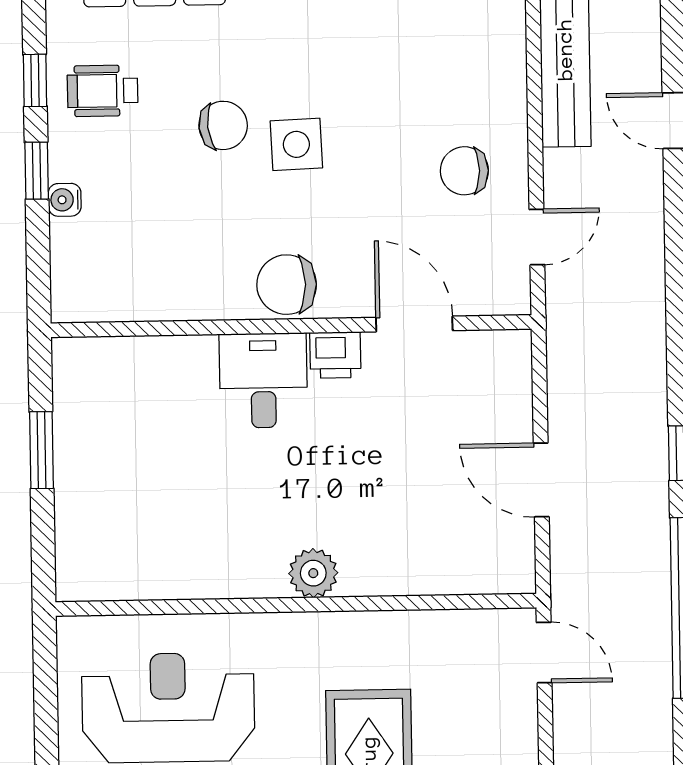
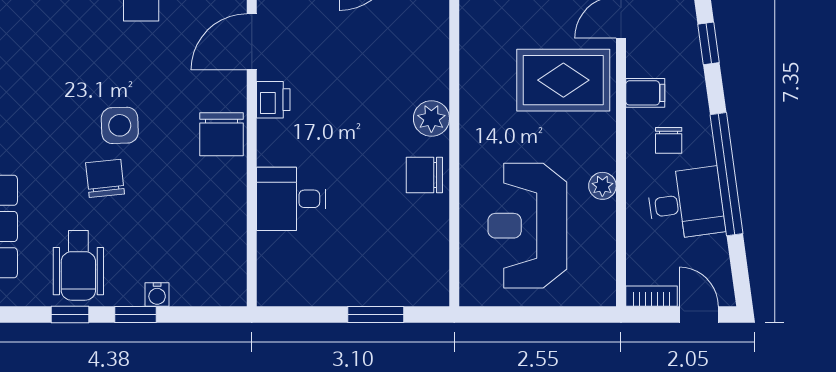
wheelchair: (103, 91) -> (78, 266), width x1.36, depth x1.37
desk: (263, 380) -> (291, 199), moved
window: (41, 450) -> (376, 314), moved
chair: (235, 565) -> (424, 175), added

